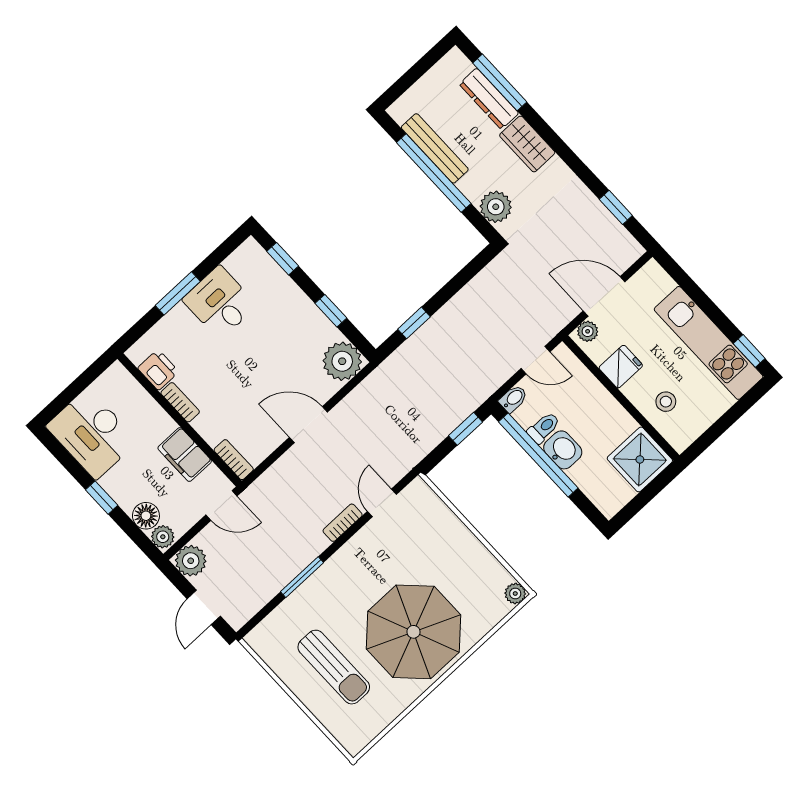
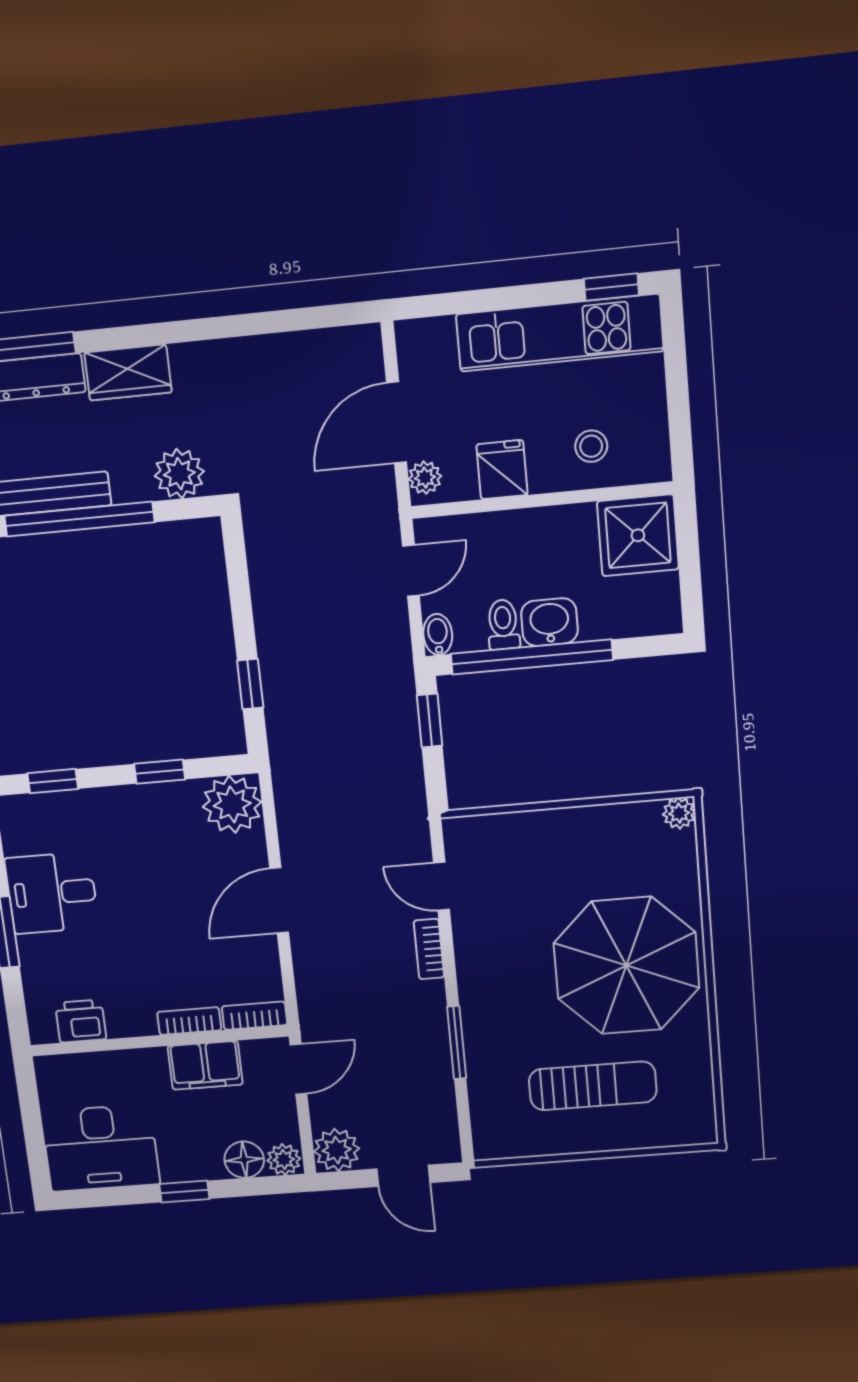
window: (616, 207) -> (294, 320), removed
bookcase: (180, 402) -> (189, 1021), moved

